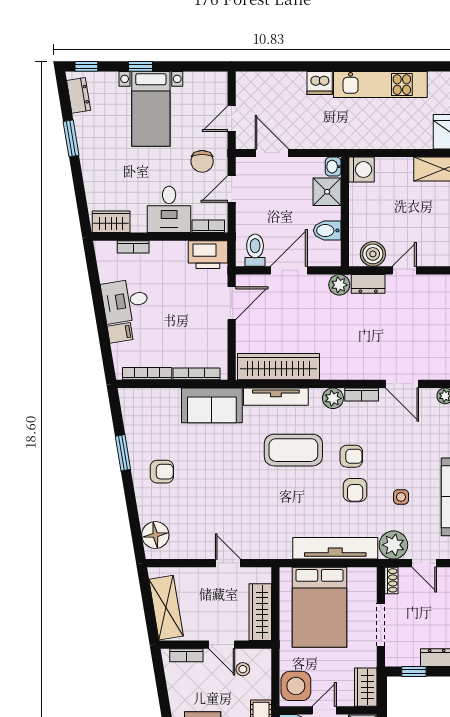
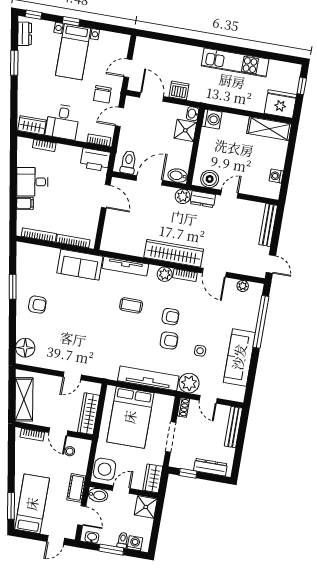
dishwasher: (320, 83) -> (179, 90), moved, turned 180
desk: (169, 209) -> (63, 122), moved
bidet: (327, 230) -> (178, 176), moved
door: (232, 303) -> (106, 196), hinge flipped
wardrobe: (278, 367) -> (174, 253), moved
coffee table: (293, 450) -> (131, 305), width x0.54, depth x0.58
armchair: (355, 490) -> (169, 340), turned -90
door: (228, 563) -> (72, 376), swing flipped

